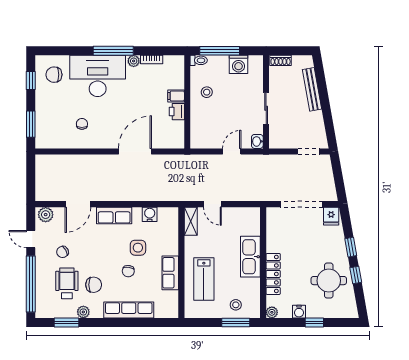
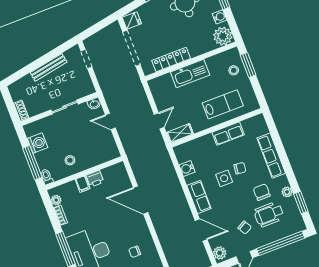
plant: (134, 61) -> (56, 200), moved
bench: (312, 89) -> (49, 67), moved
side table: (138, 248) -> (224, 178), moved
locker: (273, 274) -> (171, 60), moved
plant: (272, 312) -> (223, 36), width x1.88, depth x1.88

